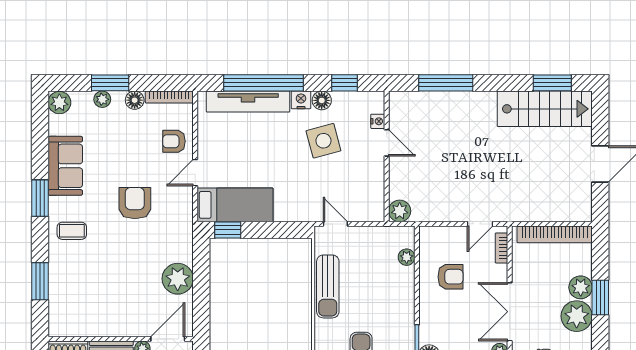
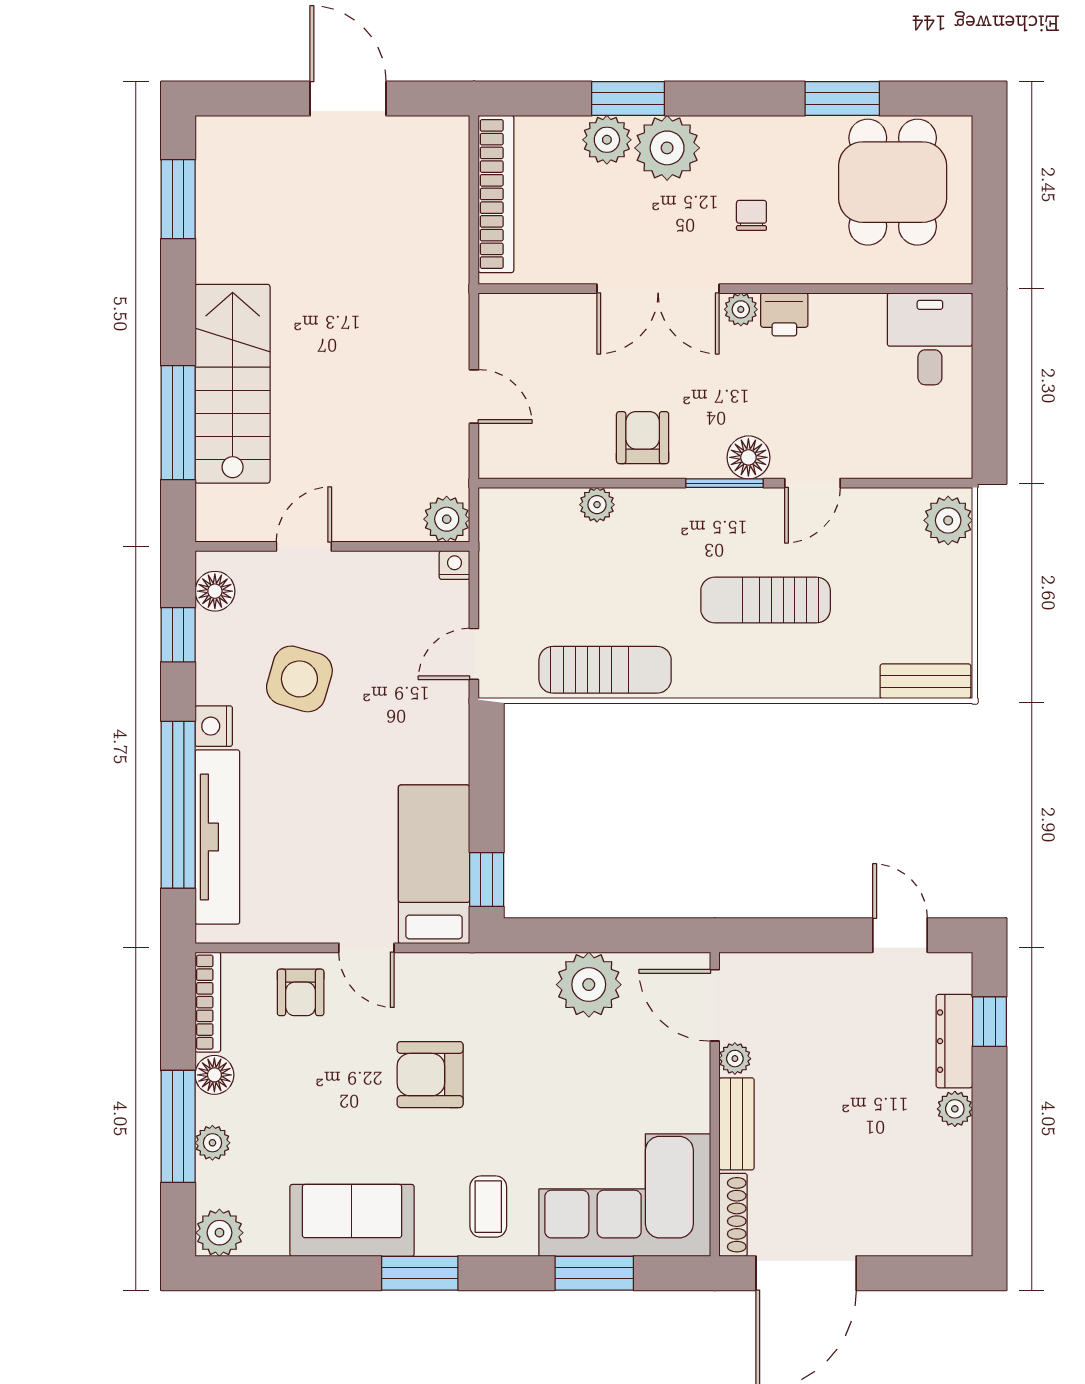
window: (110, 83) -> (178, 1126), width x1.44
floor lamp: (322, 100) -> (215, 591), moved
stairs: (545, 109) -> (233, 384), moved
nightstand: (378, 121) -> (454, 565), moved
side table: (323, 141) -> (299, 679), turned 31
door: (480, 224) -> (474, 397), moved
bookcase: (501, 248) -> (524, 306), removed
plant: (407, 257) -> (597, 505), moved
armchair: (450, 277) -> (643, 438), moved
corner sofa: (77, 296) -> (625, 1195), added

